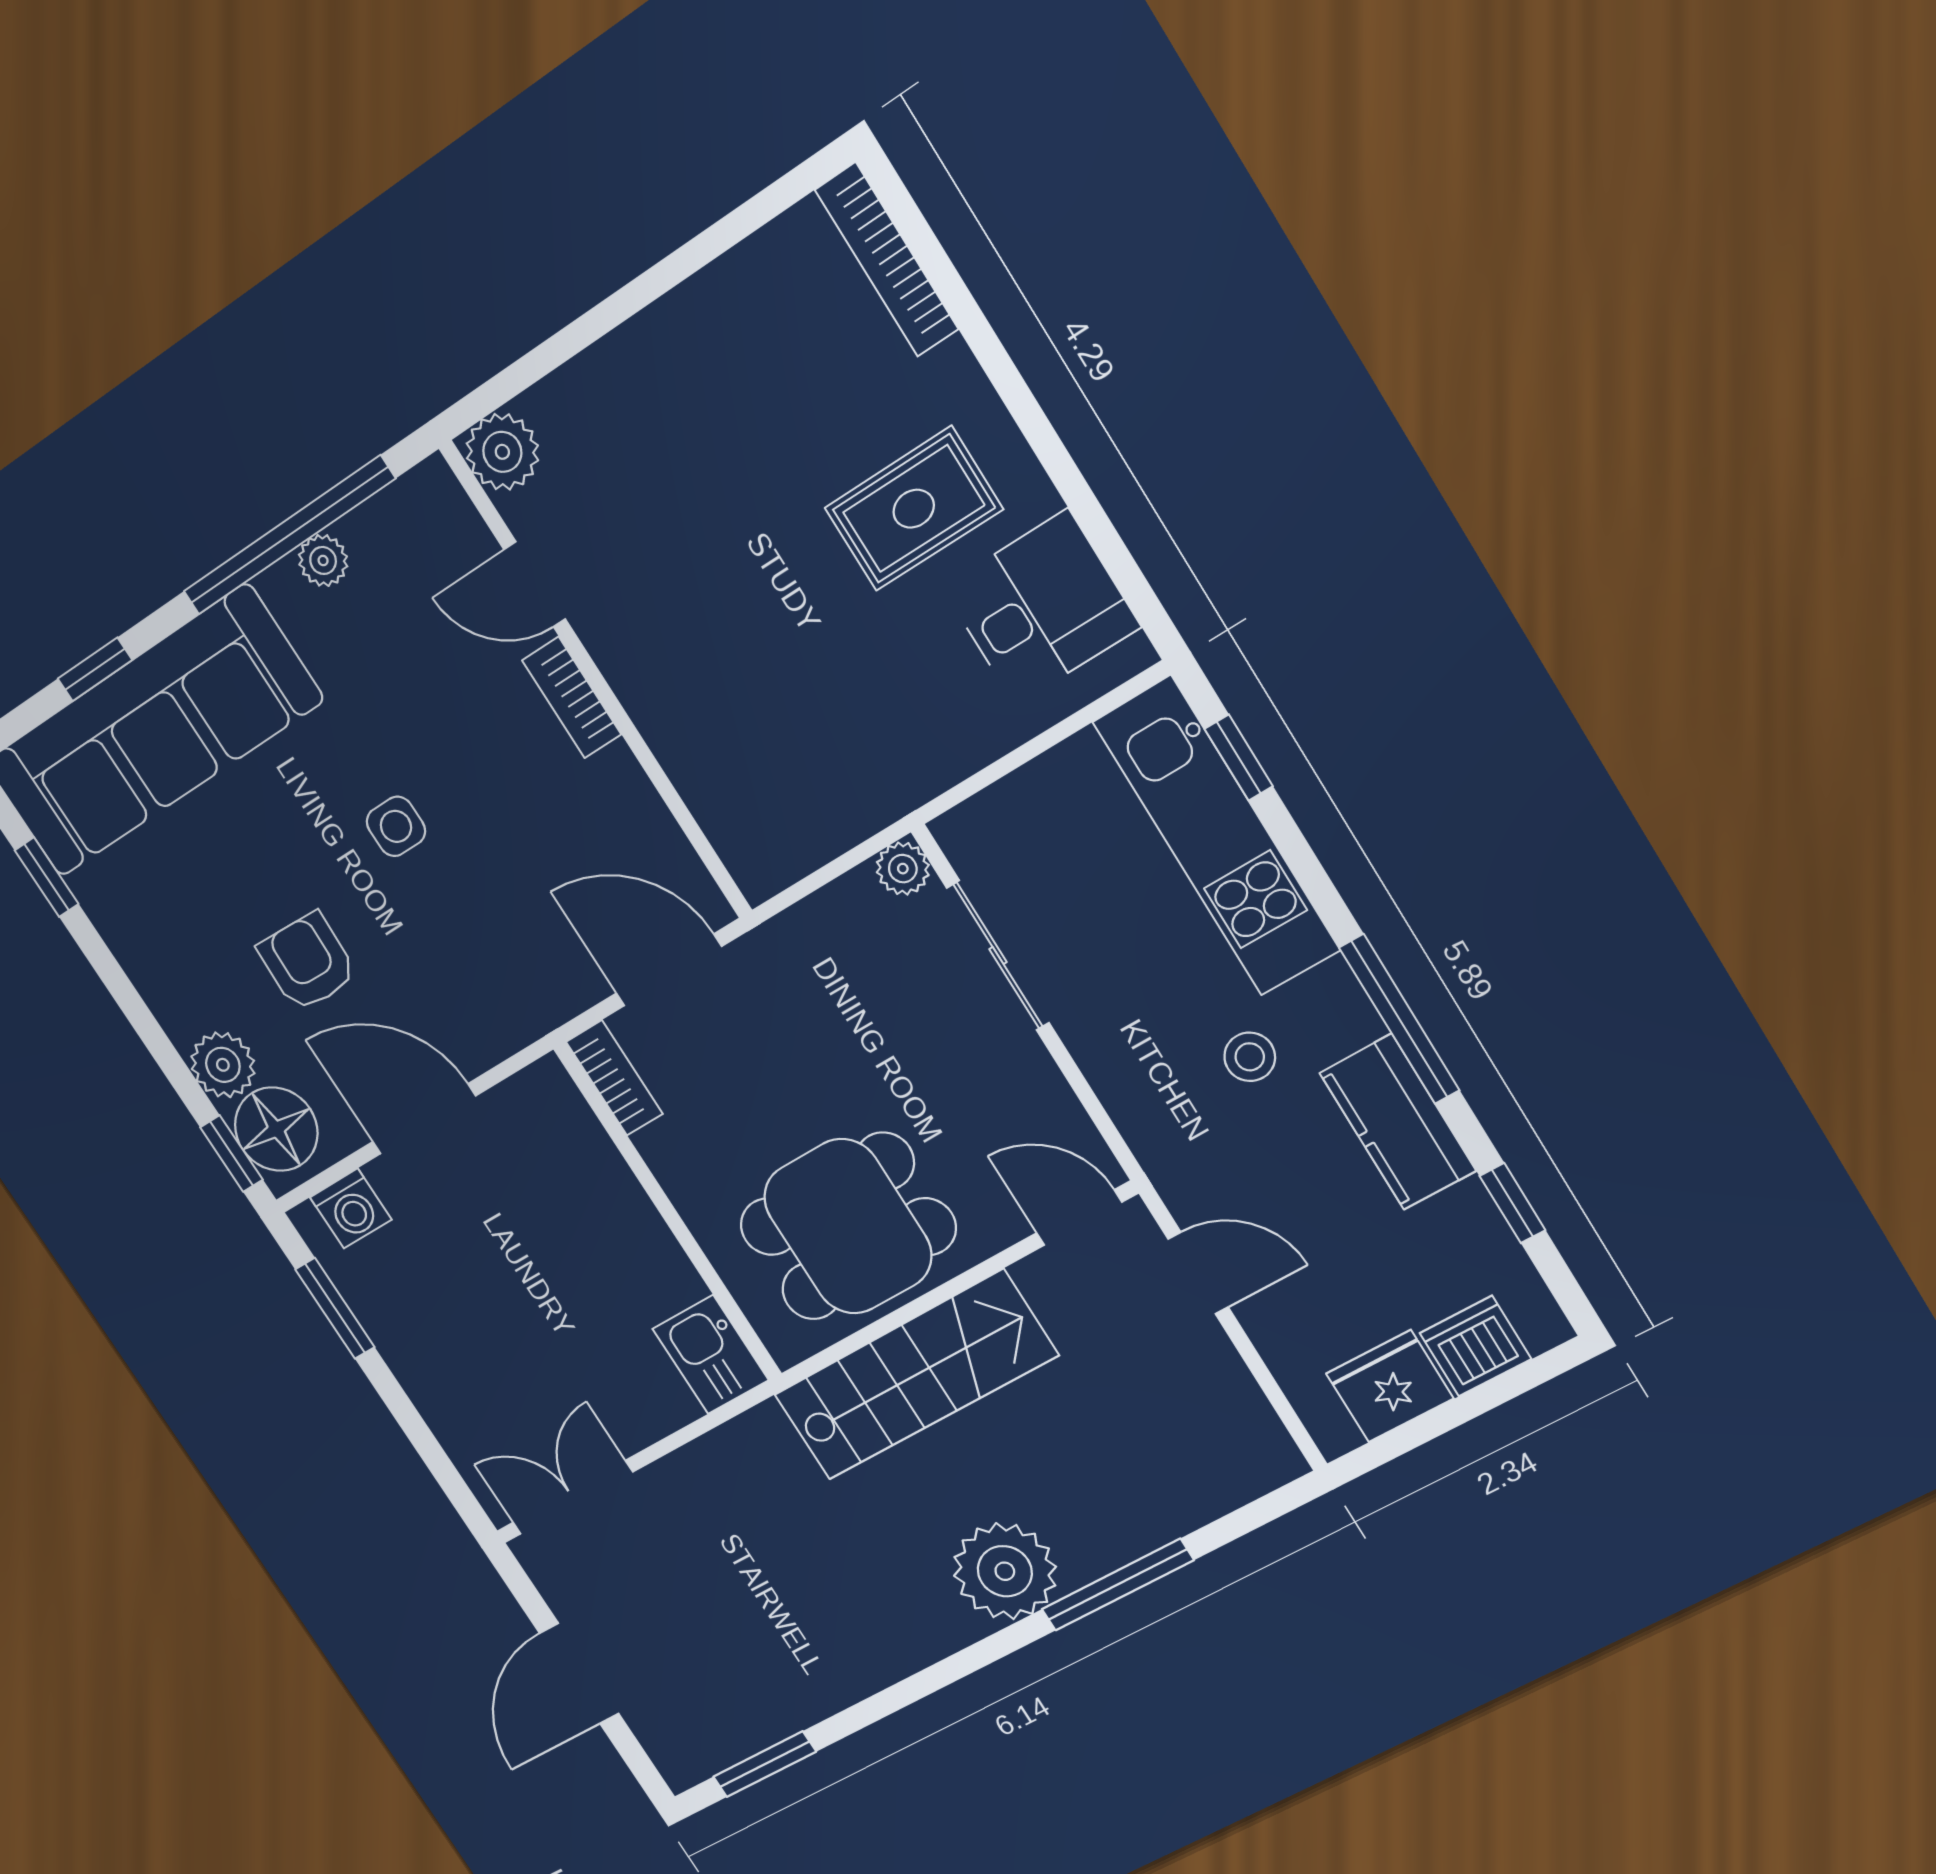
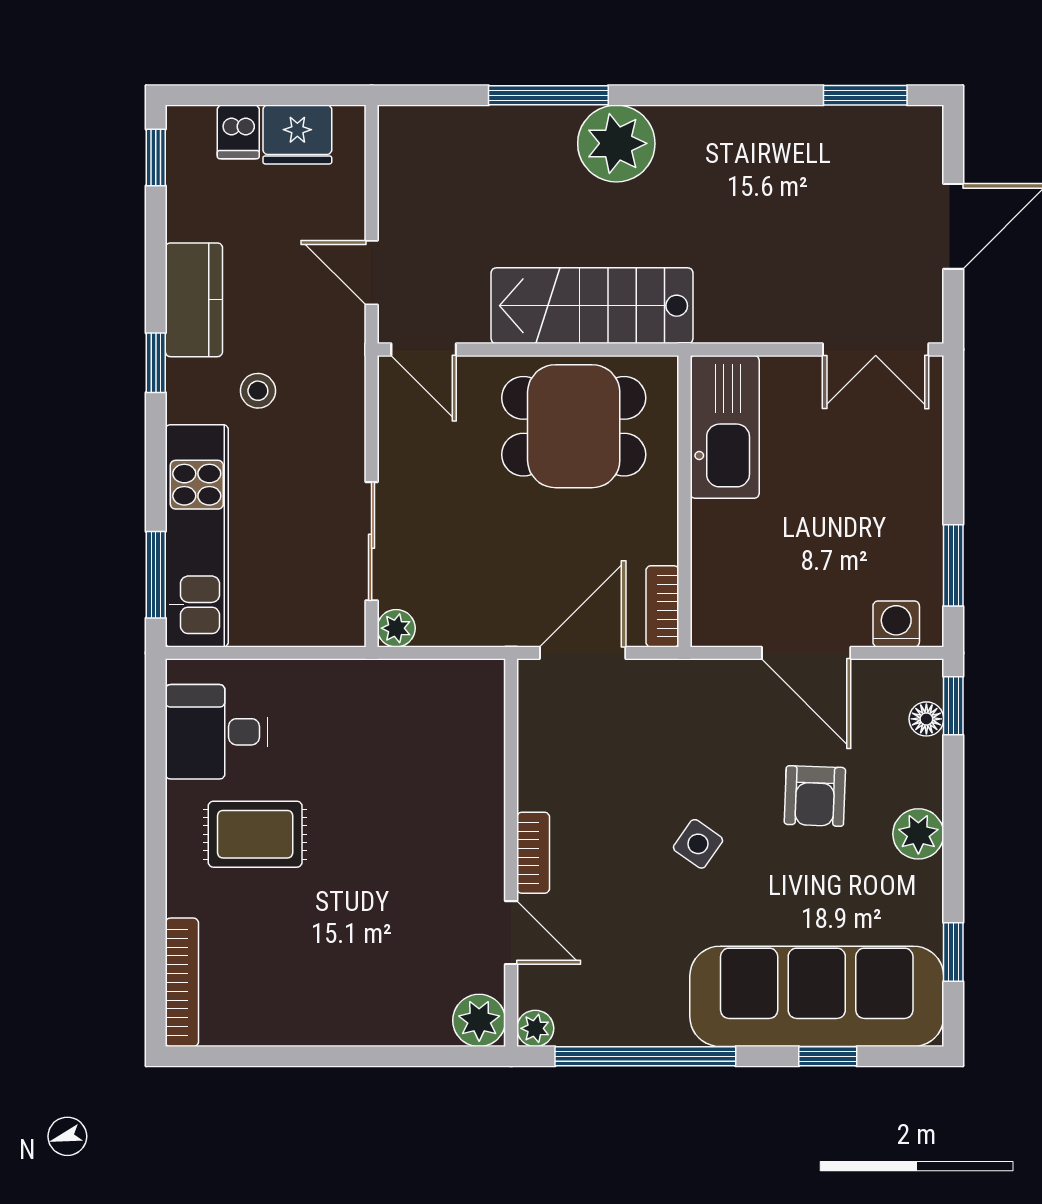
plant: (323, 560) -> (535, 1028), moved
window: (1239, 758) -> (156, 575), width x1.50
side table: (396, 826) -> (698, 844), turned 35
door: (669, 970) -> (583, 653), swing flipped
window: (1399, 1019) -> (156, 363), width x0.46
plant: (223, 1065) -> (918, 834), moved
floor lamp: (276, 1129) -> (926, 719), width x0.53, depth x0.53
window: (1512, 1203) -> (156, 158), moved
dishwasher: (1475, 1346) -> (238, 132), width x0.73
kitchen sink: (711, 1355) -> (725, 427), width x1.88, depth x1.24

